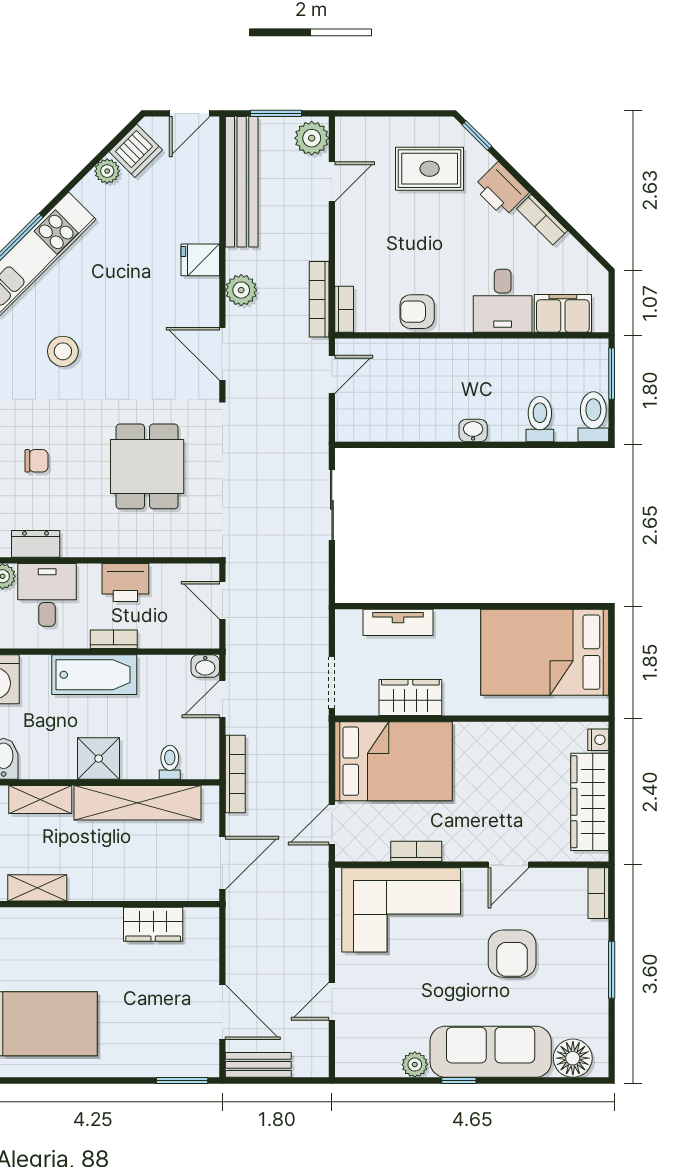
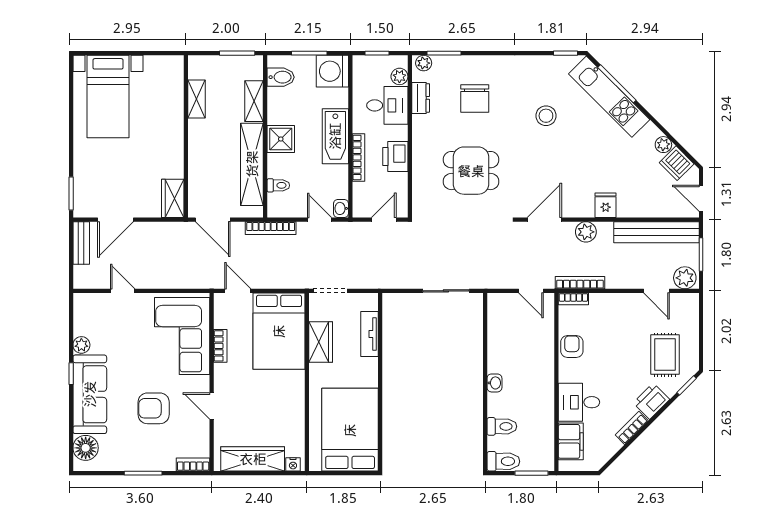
chair: (36, 461) -> (475, 99), width x1.87, depth x1.87
bookcase: (114, 639) -> (358, 157), width x1.56
wardrobe: (153, 924) -> (173, 198), moved

